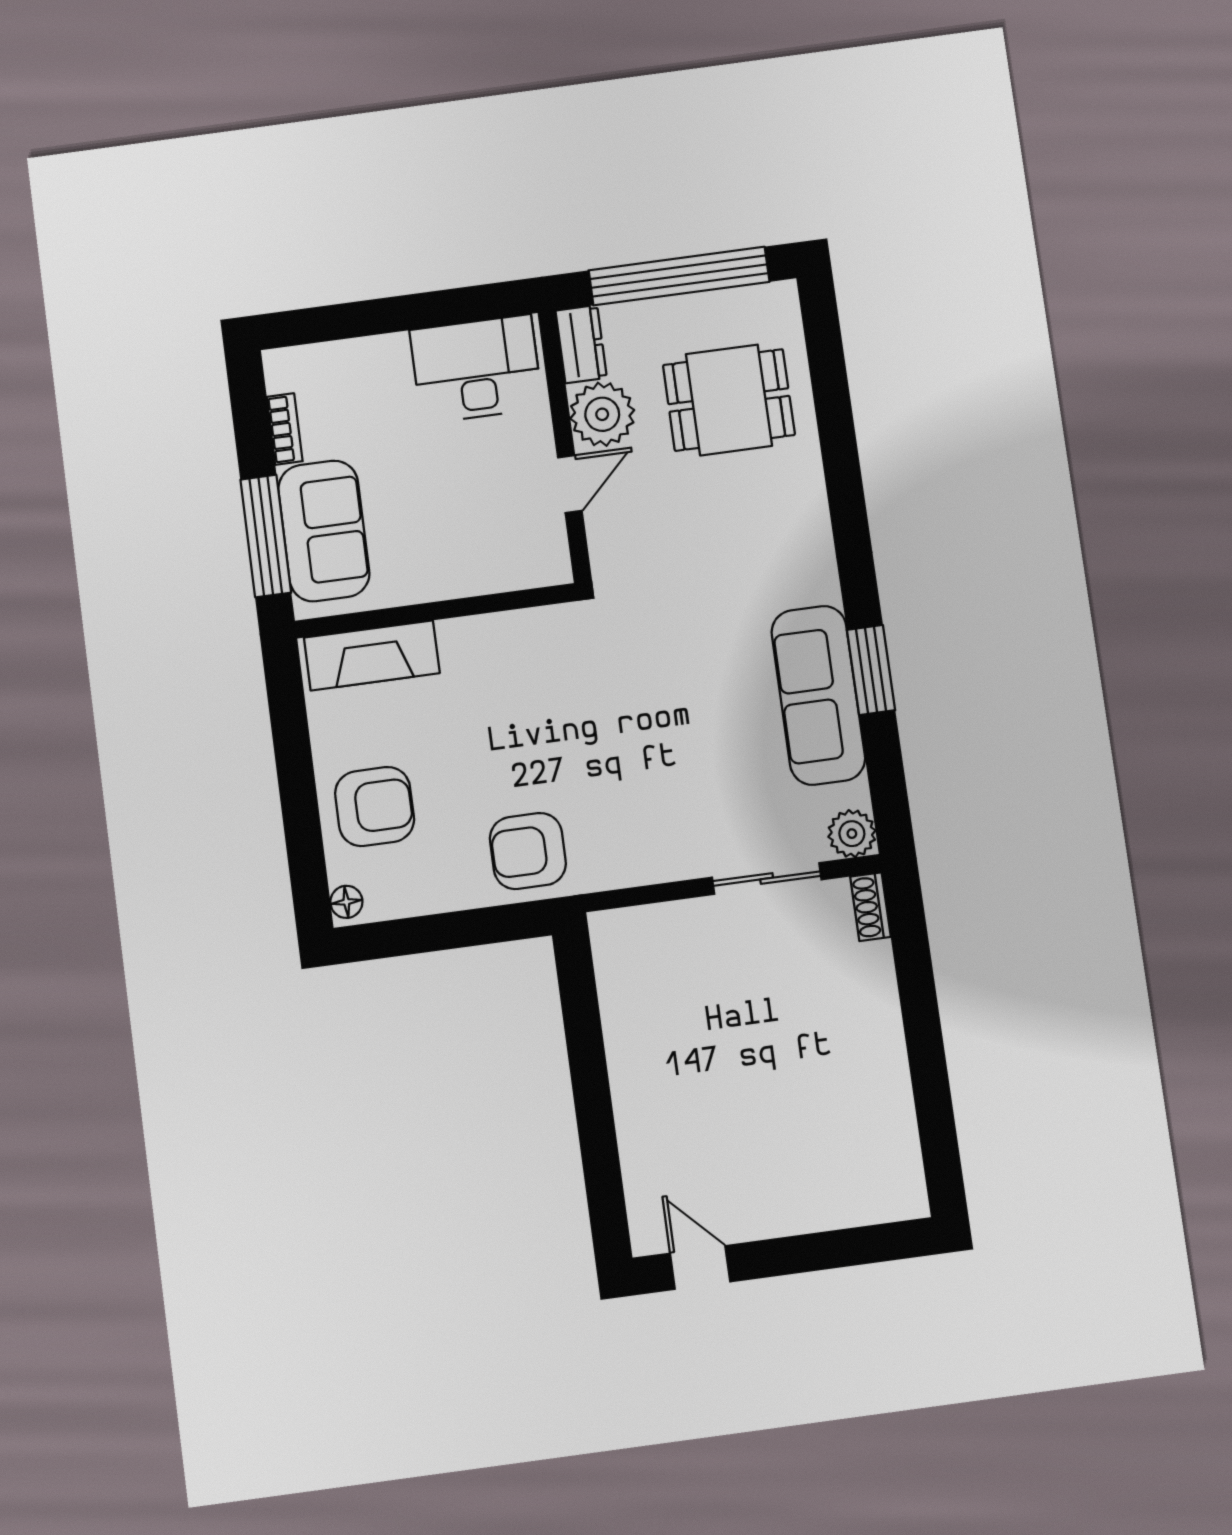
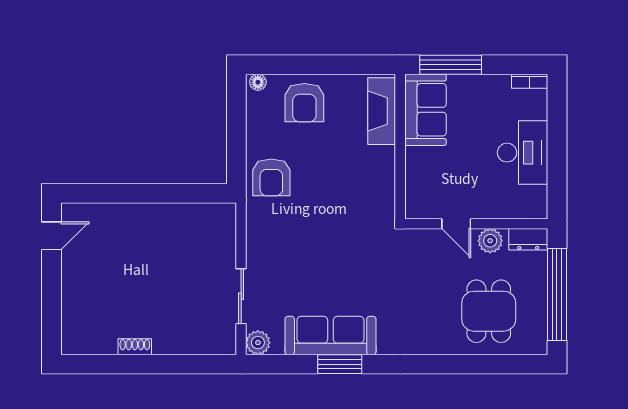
desk: (476, 369) -> (523, 153), moved
plant: (602, 414) -> (490, 241), width x0.73, depth x0.73
bookcase: (285, 429) -> (530, 81), moved
sofa: (324, 531) -> (425, 110), moved, turned -90
armchair: (528, 851) -> (271, 177), turned 180
shoe rack: (870, 907) -> (135, 347), moved

